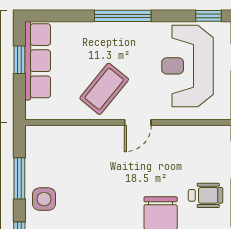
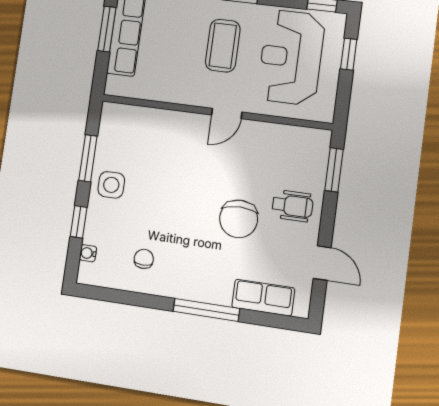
window: (19, 60) -> (107, 29), width x1.50
coffee table: (104, 89) -> (223, 46), moved, turned -39

